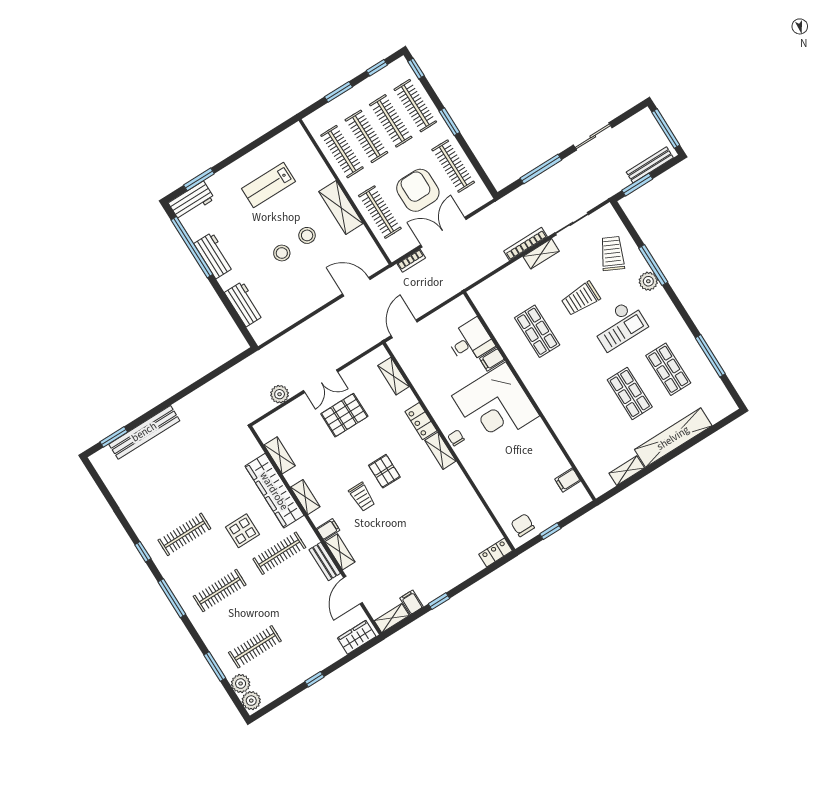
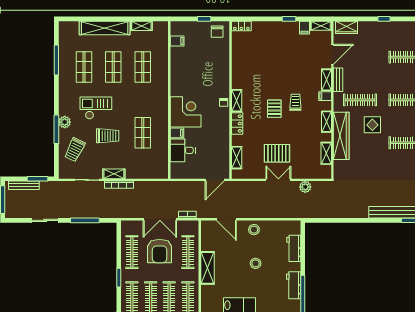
stool: (307, 235) -> (254, 230), moved
corner desk: (496, 406) -> (186, 112), width x0.74, depth x0.74
shop shelf: (591, 418) -> (143, 67), added

